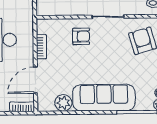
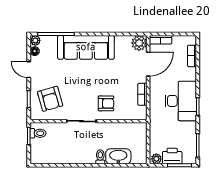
armchair: (81, 36) -> (106, 103), turned 180
plant: (63, 103) -> (139, 43), moved

